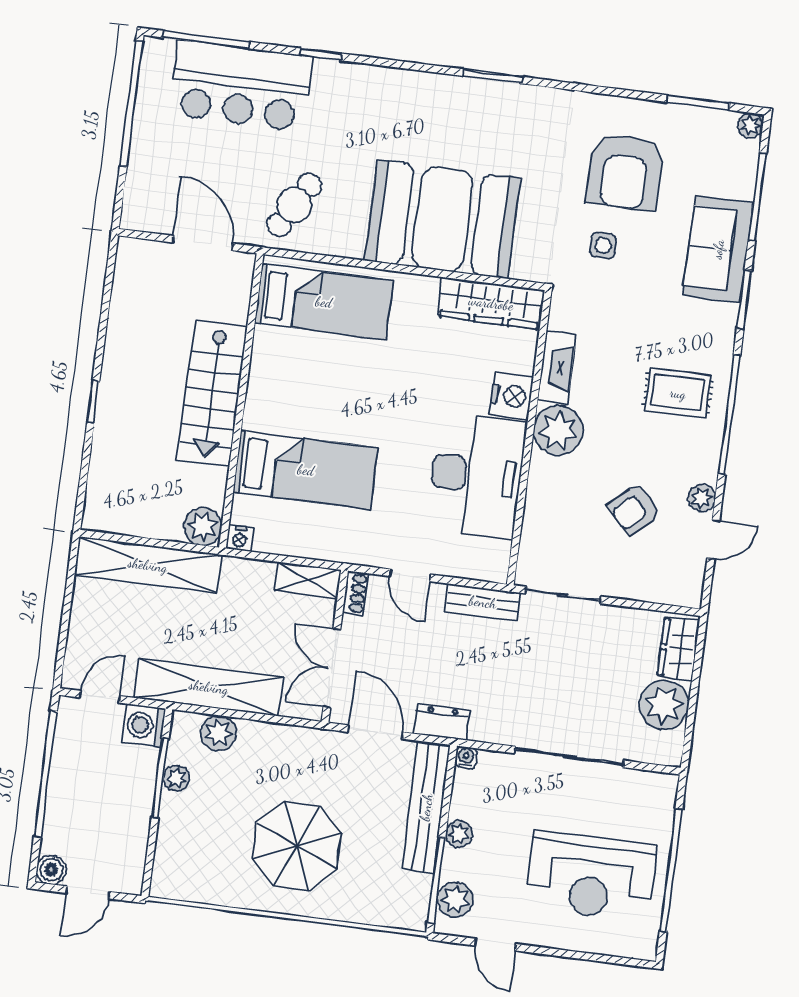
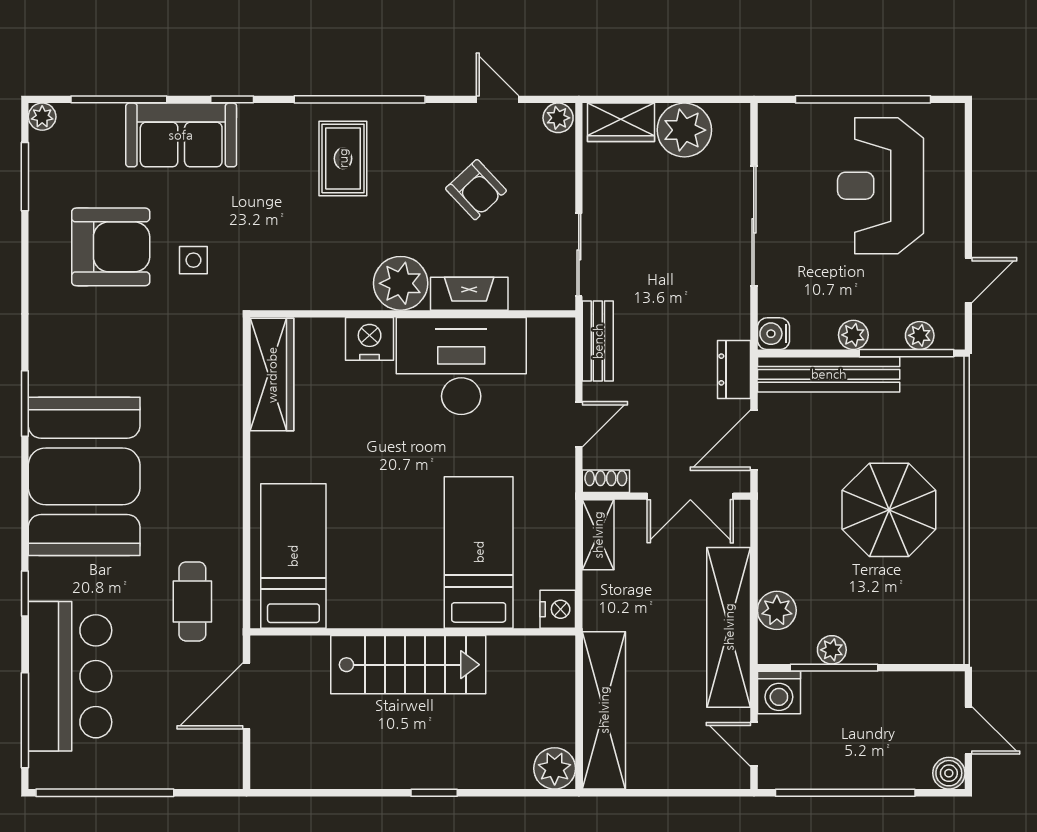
cafe table: (294, 205) -> (192, 601), turned 60
booth: (442, 219) -> (84, 476), moved
window: (744, 299) -> (232, 99), width x0.67
fireplace: (557, 367) -> (469, 294), moved
plant: (702, 498) -> (558, 118), moved
plant: (203, 526) -> (555, 768), moved
nightstand: (240, 538) -> (558, 609), width x1.39, depth x1.35
water cooler: (466, 758) -> (773, 334), width x1.38, depth x1.38
reception desk: (591, 876) -> (881, 186), turned 180
plant: (455, 900) -> (920, 335), width x0.73, depth x0.73

